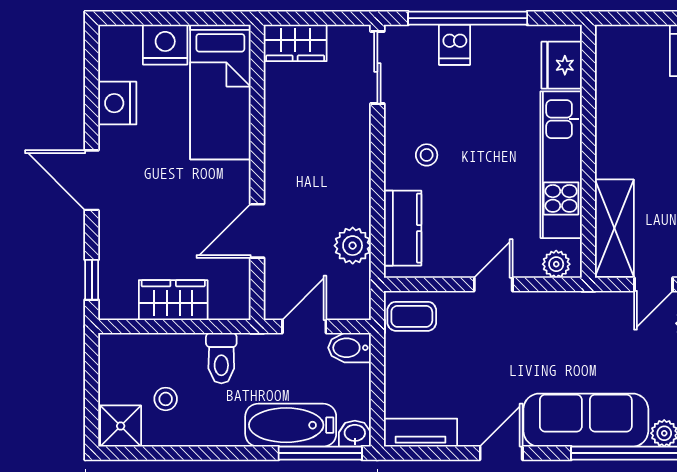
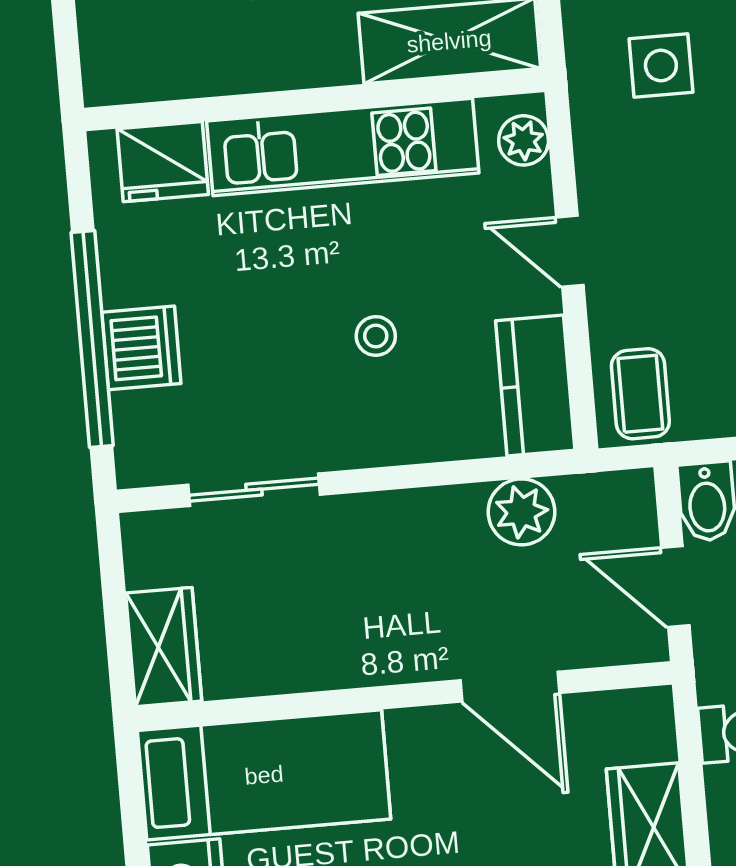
dishwasher: (455, 45) -> (141, 348), width x1.38
sliding door: (377, 67) -> (254, 490), moved
stool: (427, 155) -> (376, 336), moved
kitchen counter: (403, 228) -> (535, 385), moved, turned -90
side table: (591, 343) -> (661, 65), added

